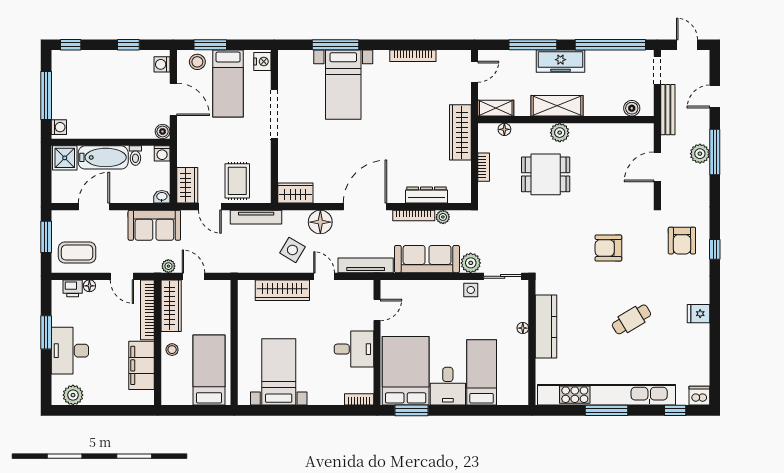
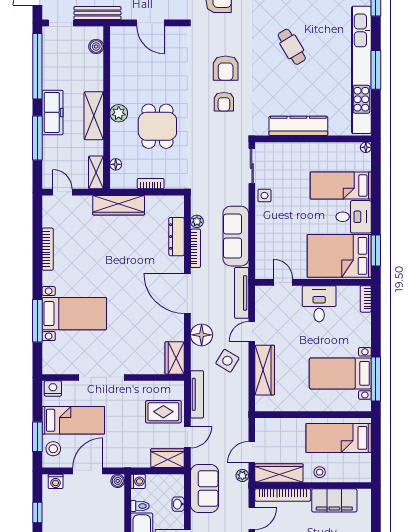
washbasin: (162, 197) -> (178, 504), moved
armchair: (572, 246) -> (224, 102), added
plant: (471, 263) -> (239, 196), removed
floor lamp: (523, 328) -> (366, 147), moved
window: (273, 410) -> (376, 379), added

